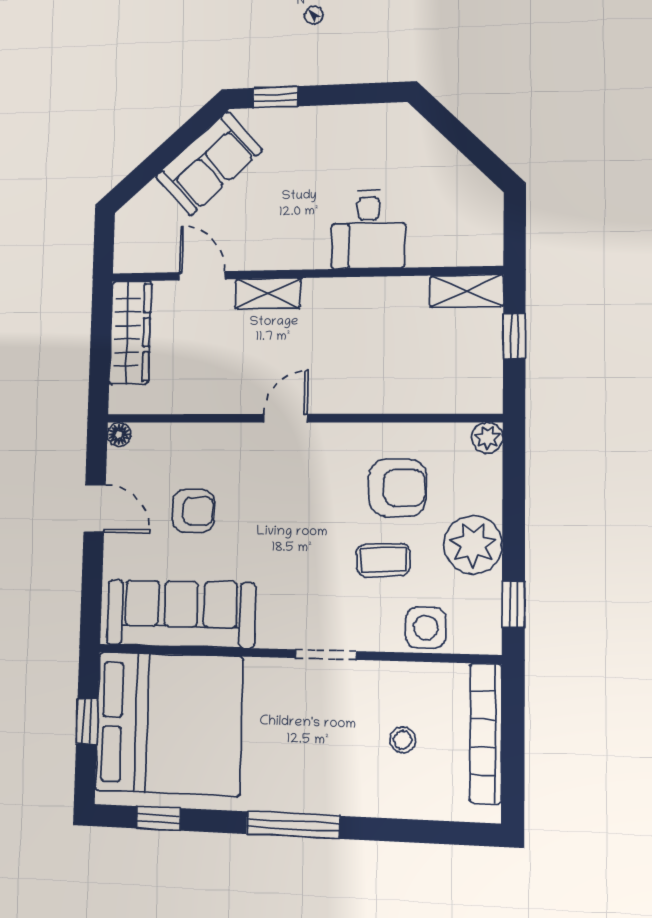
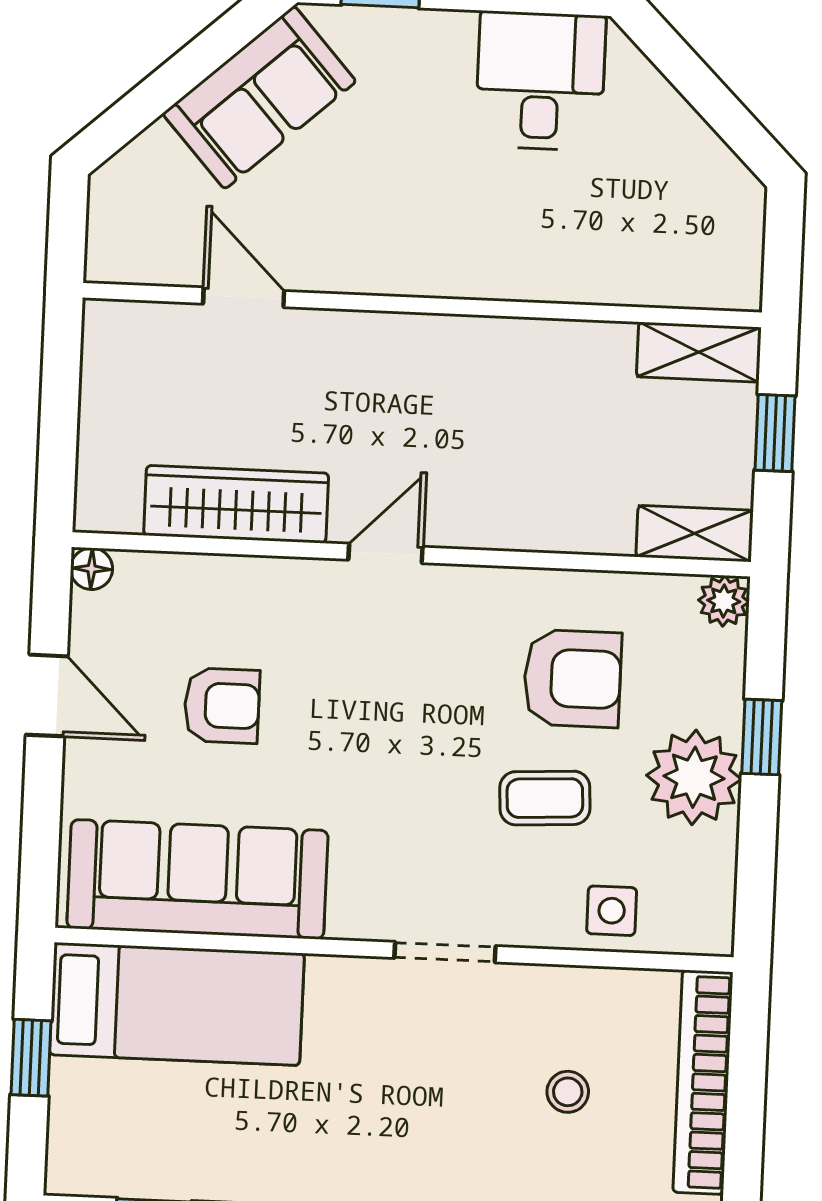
desk: (368, 229) -> (541, 81), moved, turned 180
shelving: (268, 293) -> (695, 534), moved
wardrobe: (130, 332) -> (236, 504), moved, turned -90
window: (513, 605) -> (762, 737), moved
side table: (426, 628) -> (612, 911), width x0.73, depth x0.73
bed: (169, 724) -> (177, 1004), width x0.49

